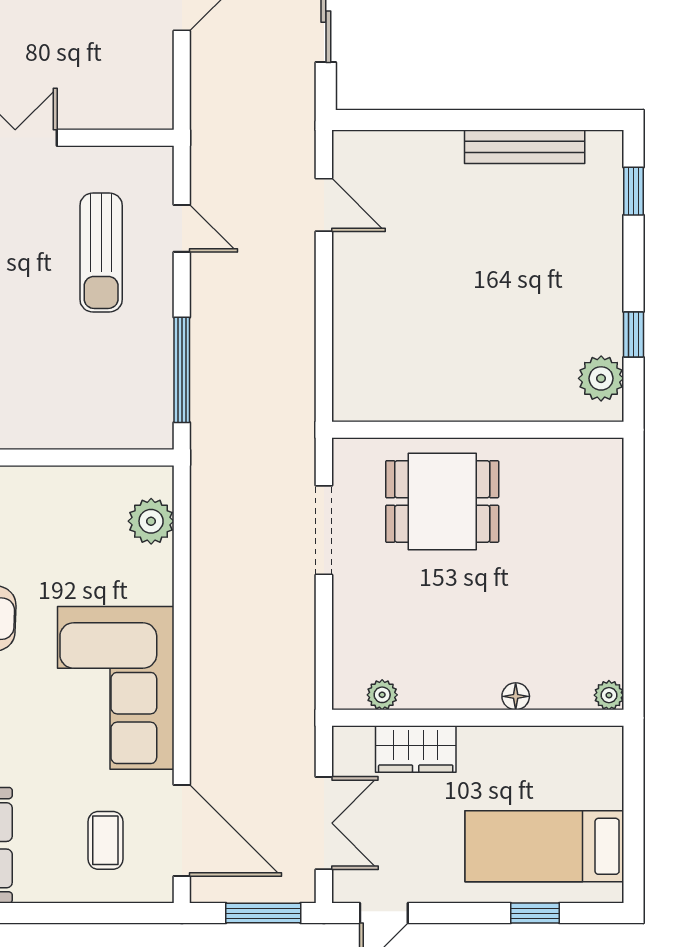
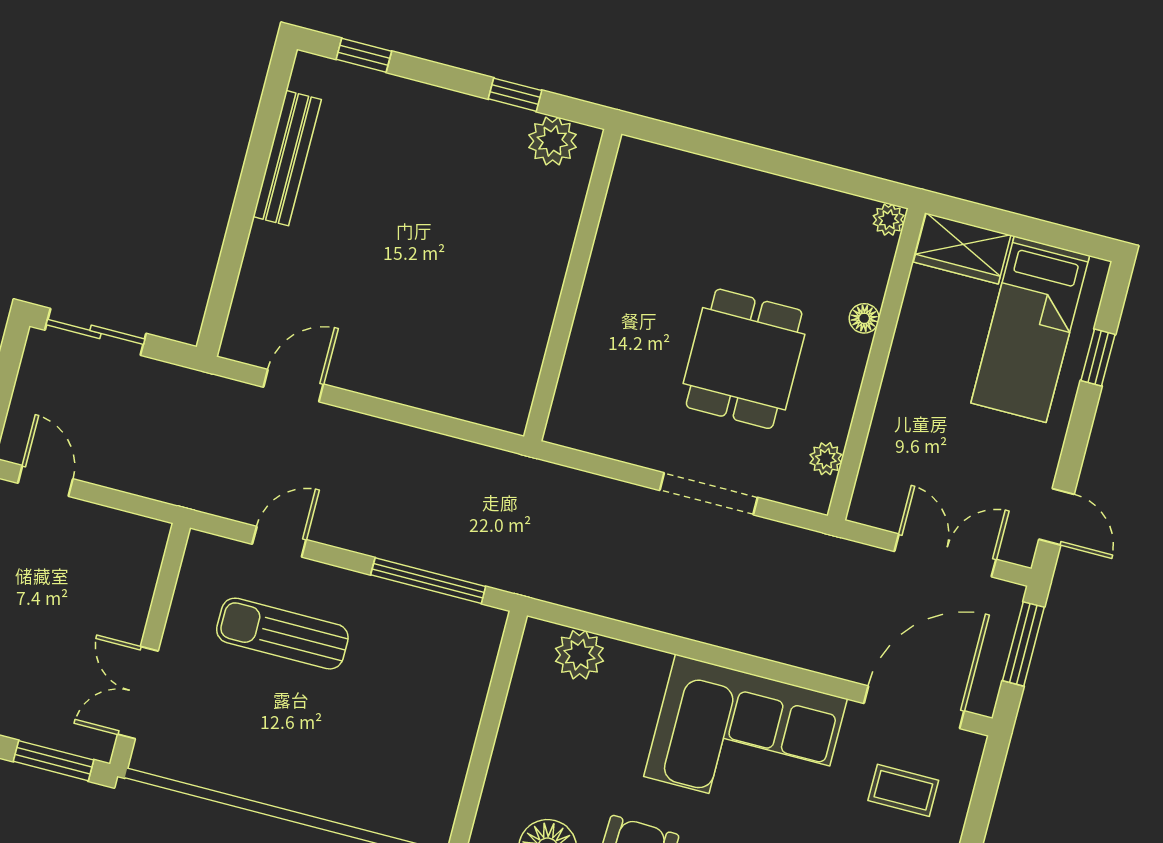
sun lounger: (101, 252) -> (282, 634), turned 180
dining table: (442, 501) -> (744, 359), moved
doorway: (324, 530) -> (709, 494), moved
wardrobe: (416, 749) -> (962, 248), moved, turned 90

